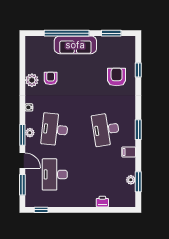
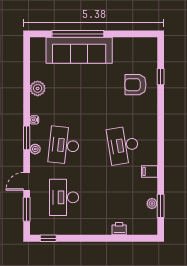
window: (111, 33) -> (129, 34), removed
sofa: (75, 45) -> (79, 50), width x1.36, depth x1.27
armchair: (117, 77) -> (136, 85), turned -90
armchair: (51, 78) -> (59, 86), removed
window: (138, 130) -> (161, 146), removed
window: (22, 135) -> (27, 138), moved
door: (22, 161) -> (27, 181), swing flipped

